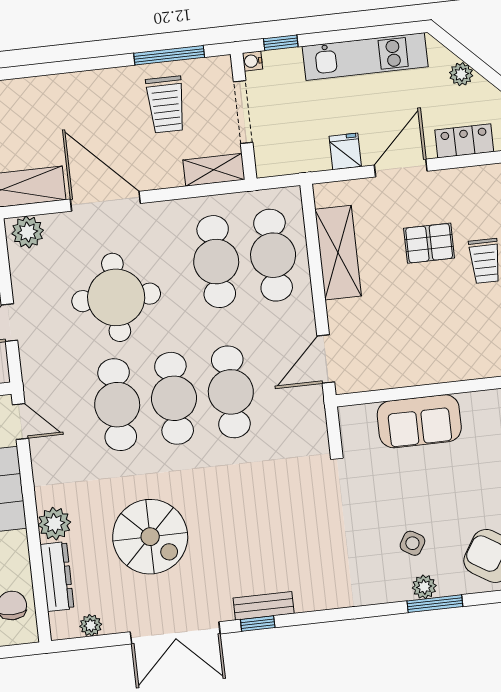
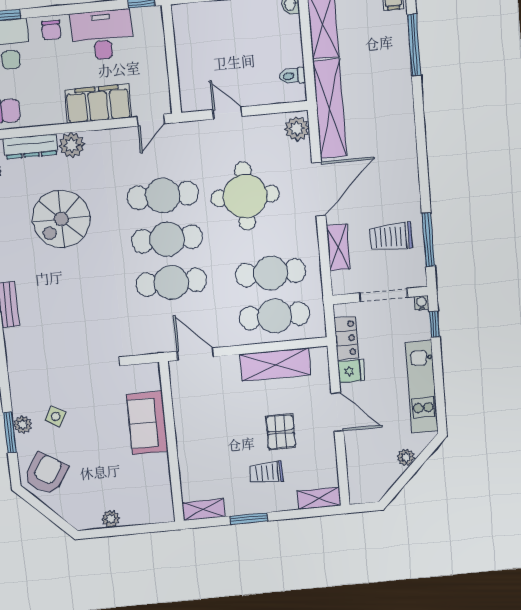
locker: (464, 141) -> (346, 338), moved
shelving: (214, 170) -> (338, 247), moved

